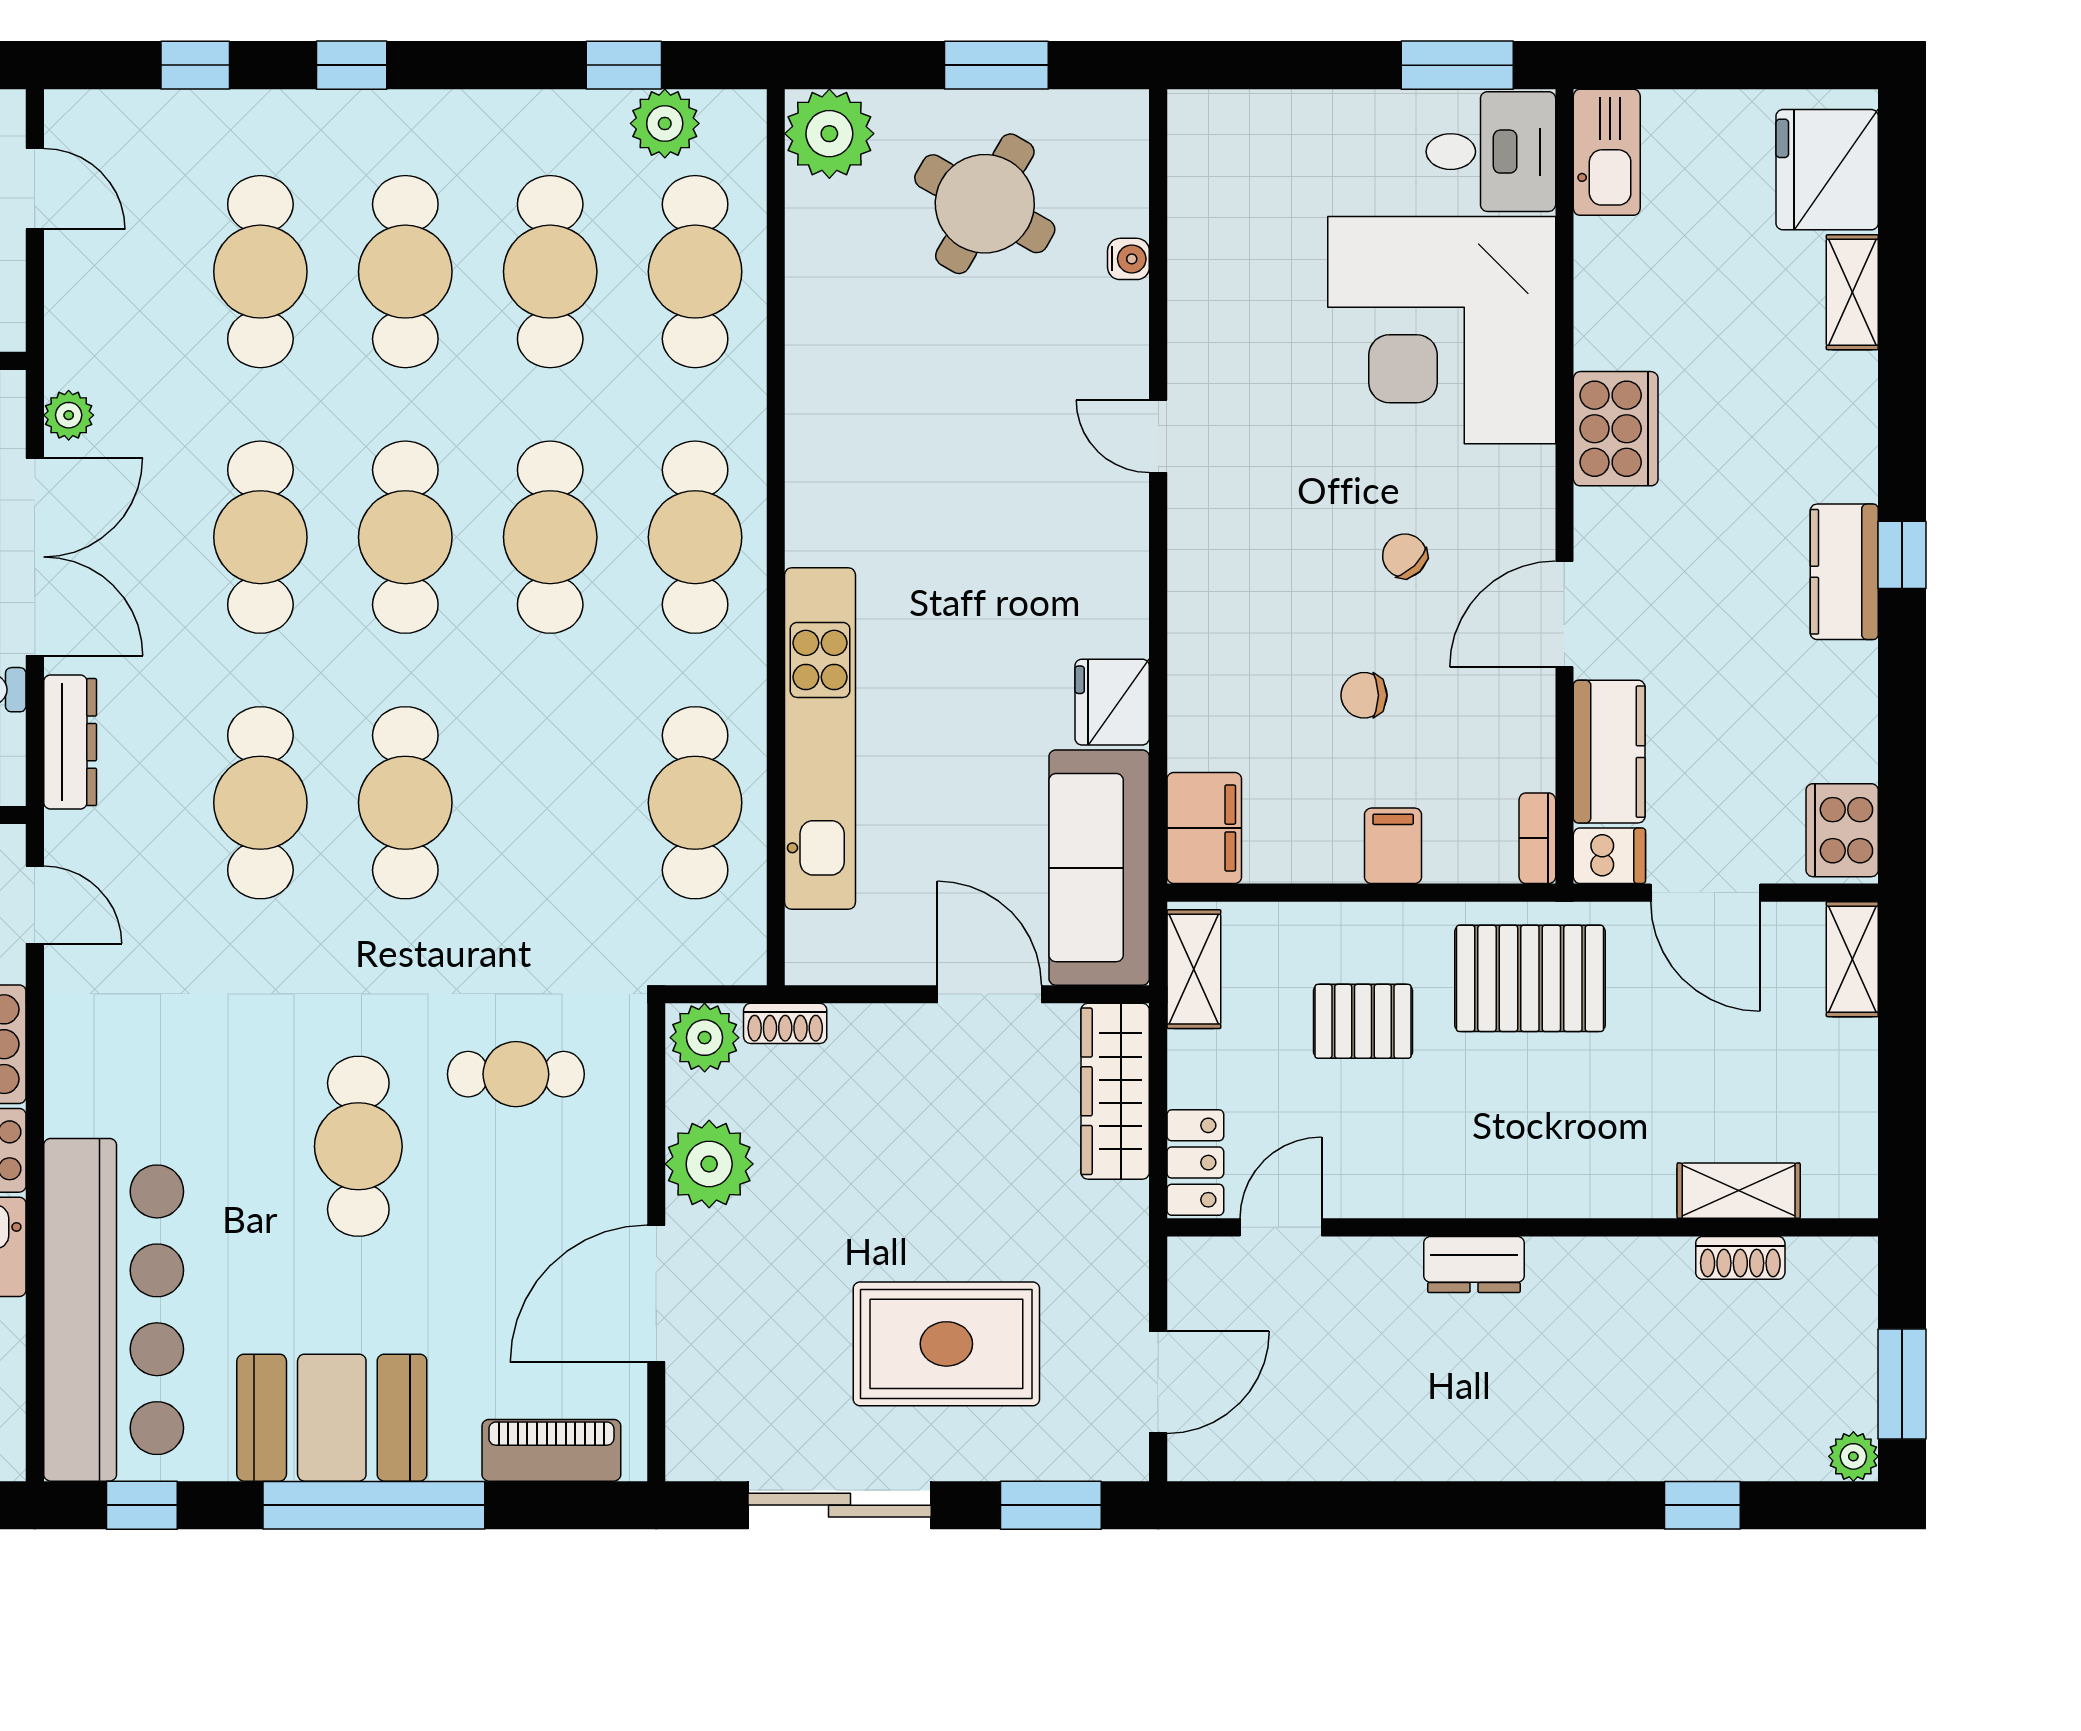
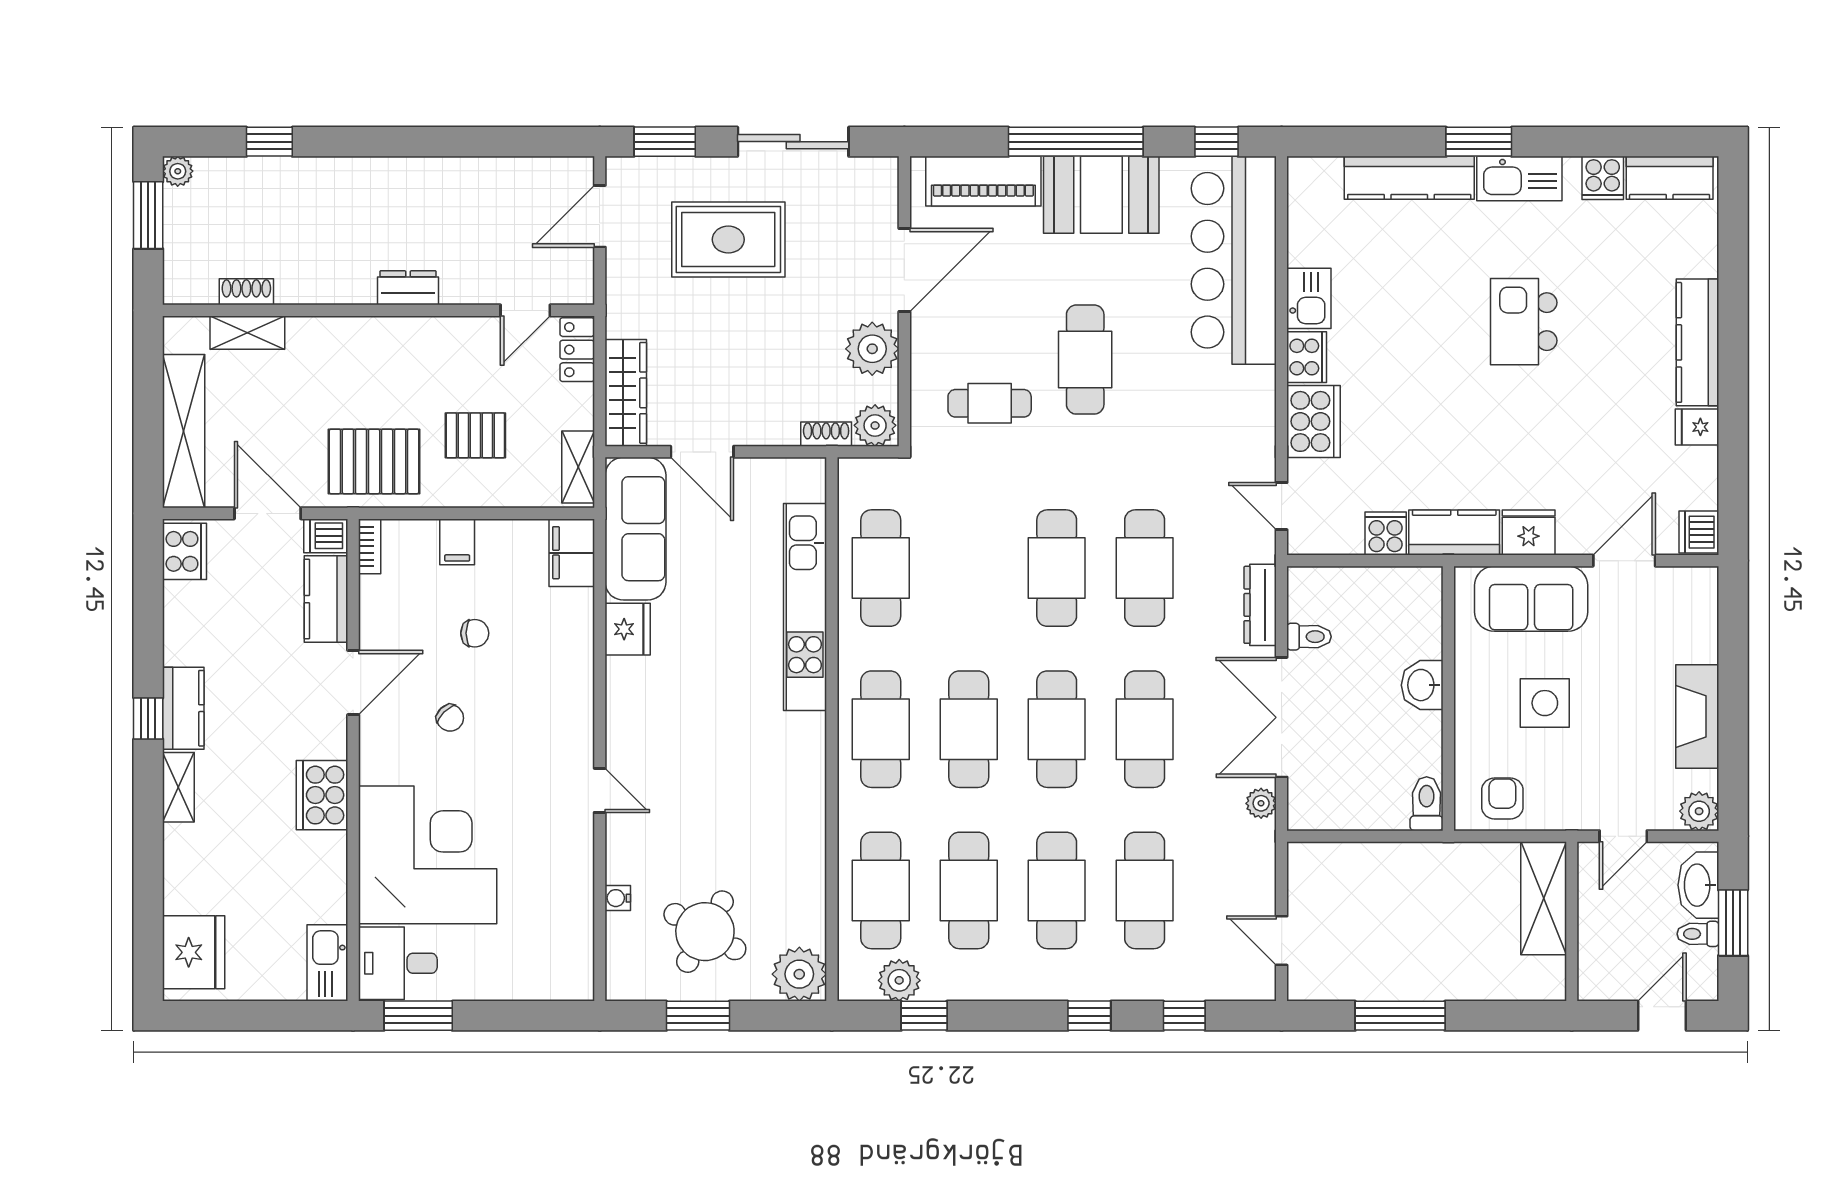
shelving: (1852, 292) -> (178, 787), moved
shelving: (1852, 959) -> (184, 431), width x2.20, depth x1.33
piano: (551, 1450) -> (983, 181), width x1.37, depth x1.33

